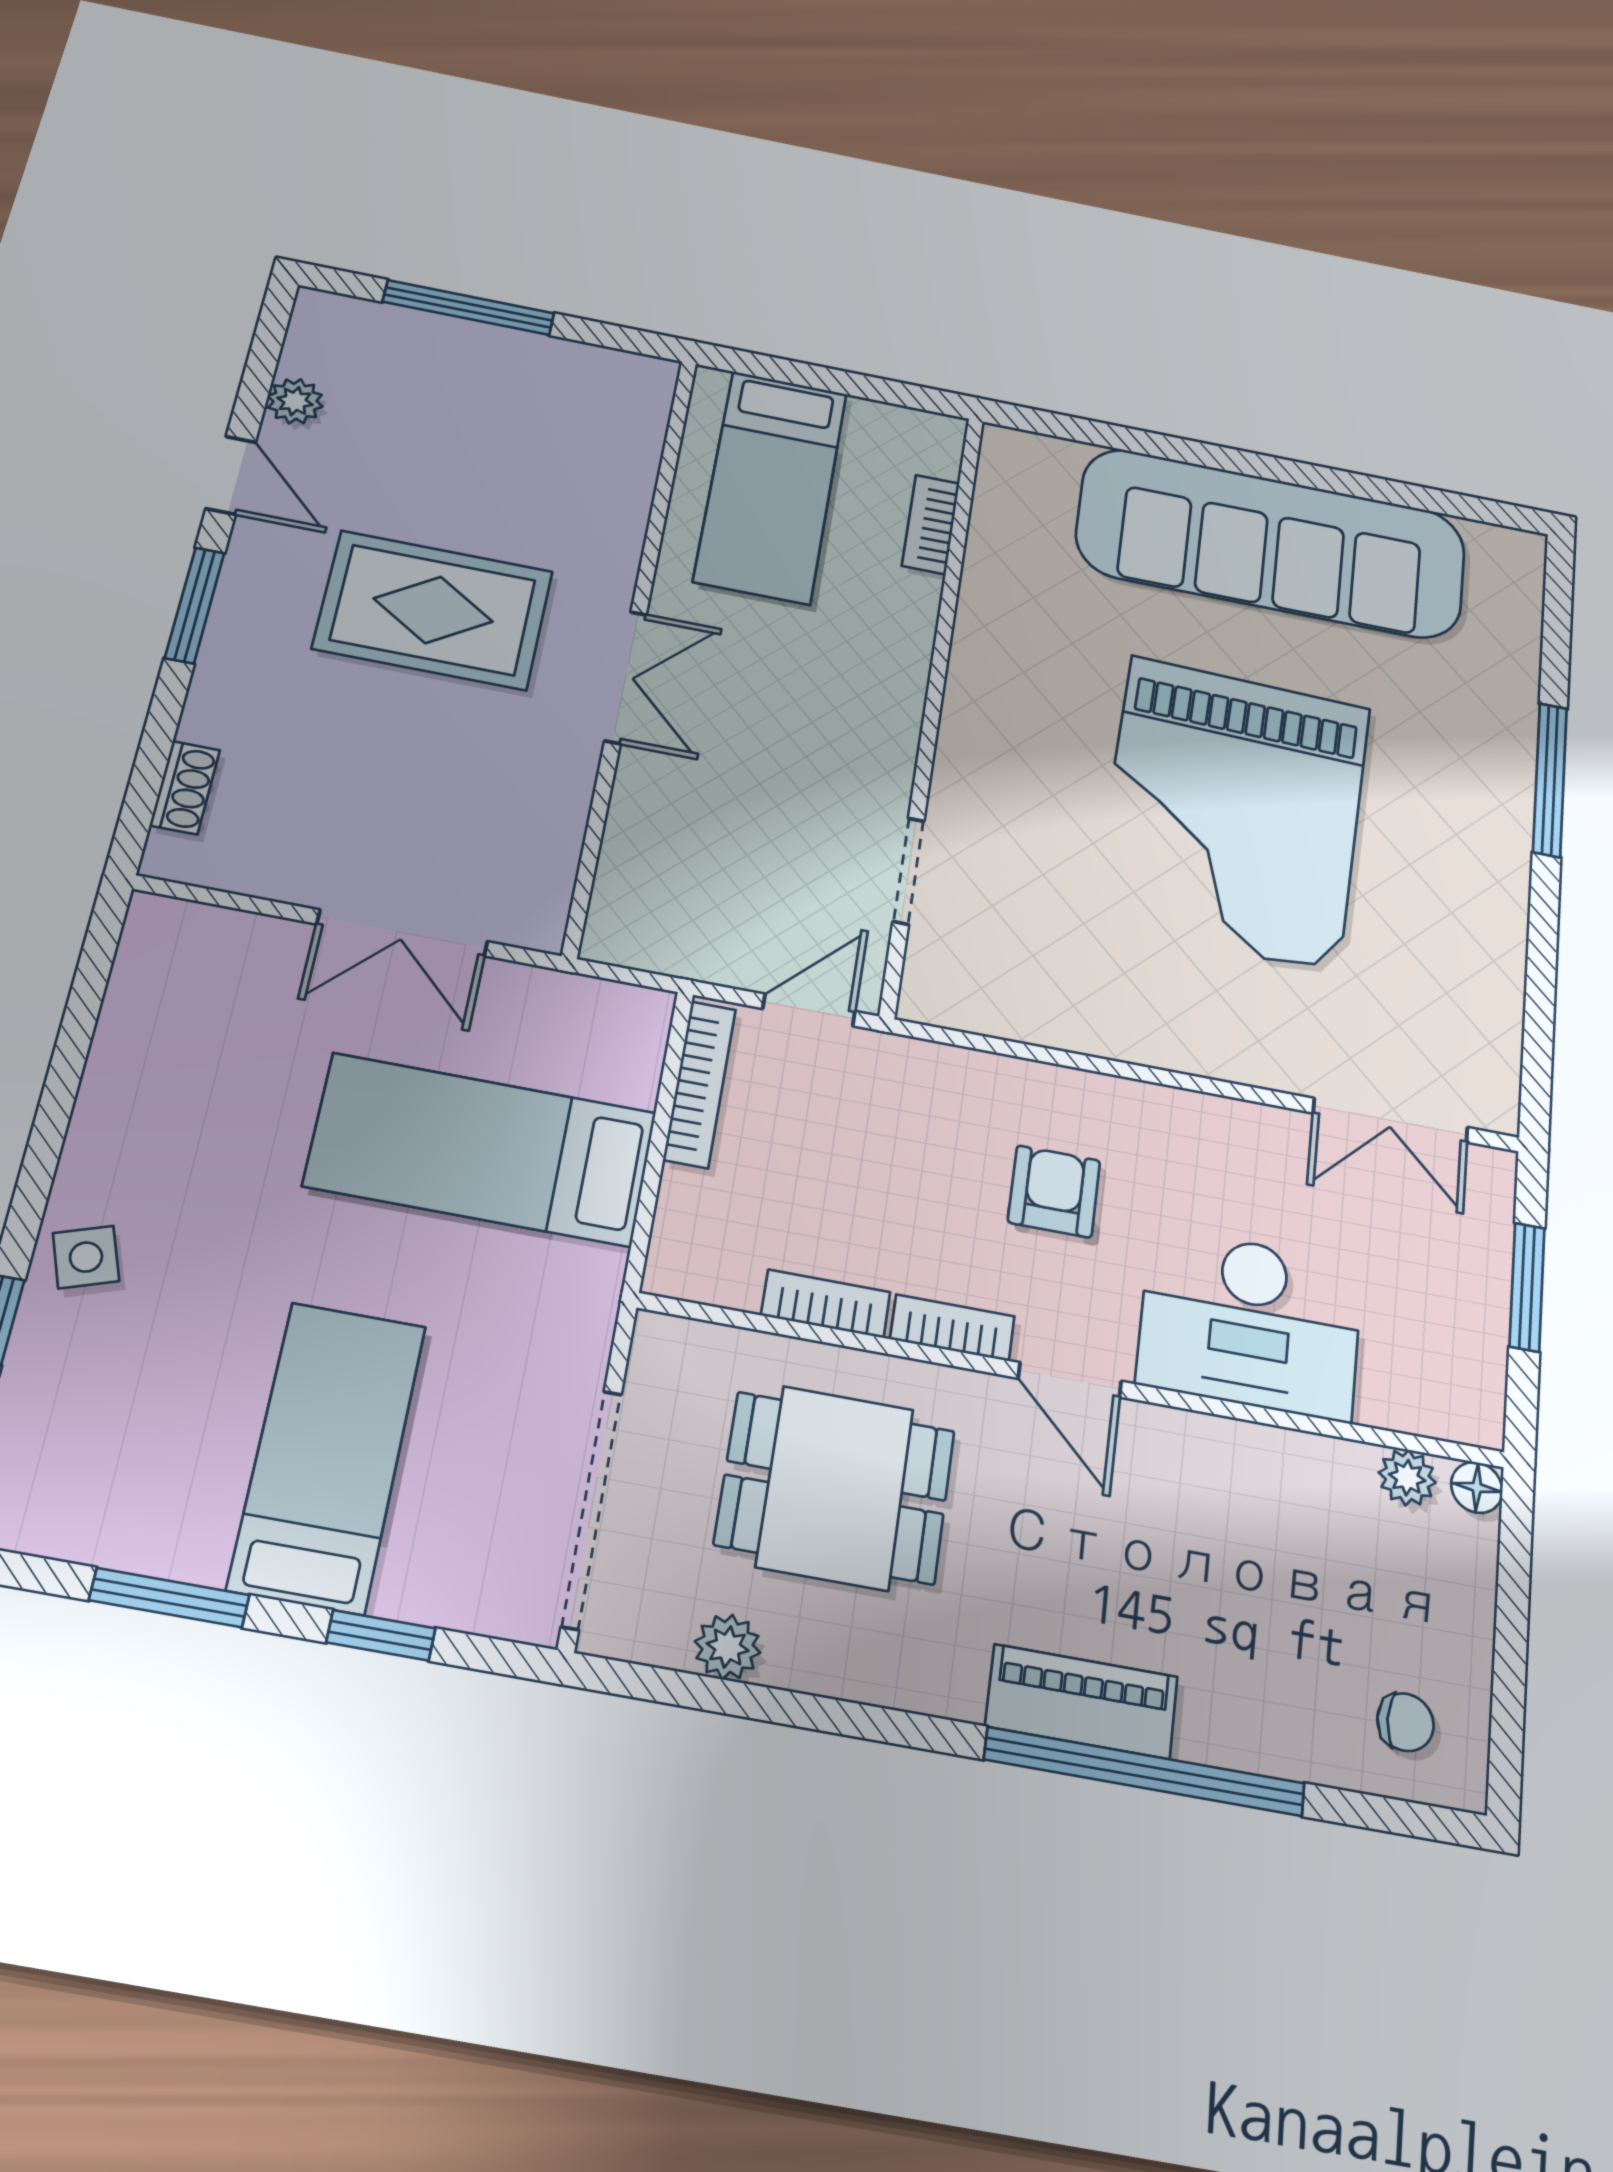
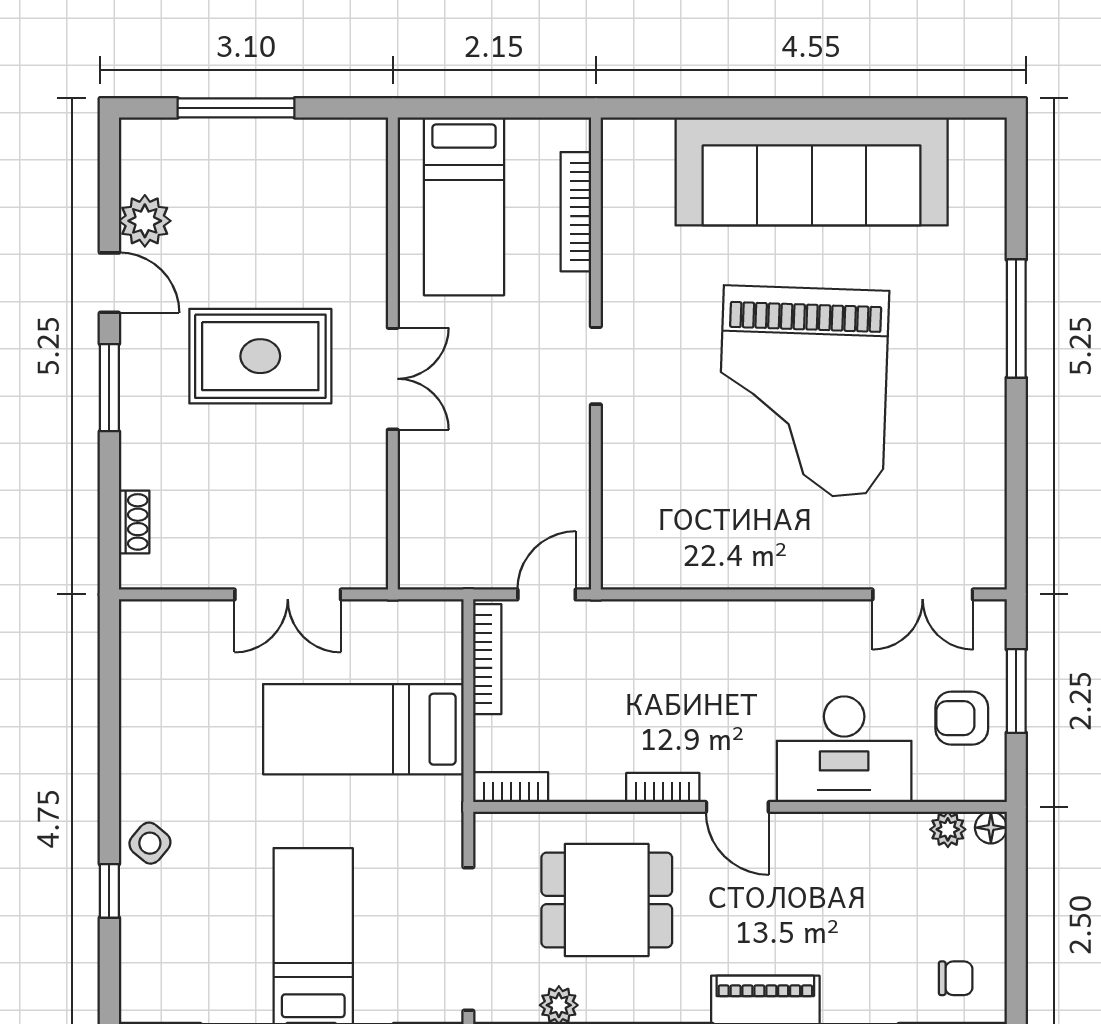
plant: (295, 401) -> (145, 221), width x1.38, depth x1.38
bookcase: (931, 524) -> (576, 212), width x1.56
doorway: (909, 871) -> (596, 366), moved
armchair: (1054, 1191) -> (962, 718), moved, turned -90
side table: (86, 1257) -> (150, 843), turned -31
bookcase: (826, 1304) -> (511, 787), moved

